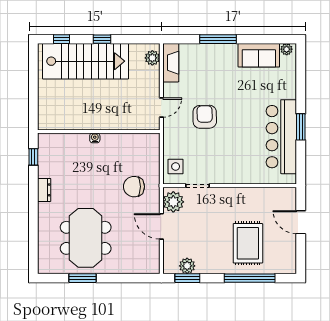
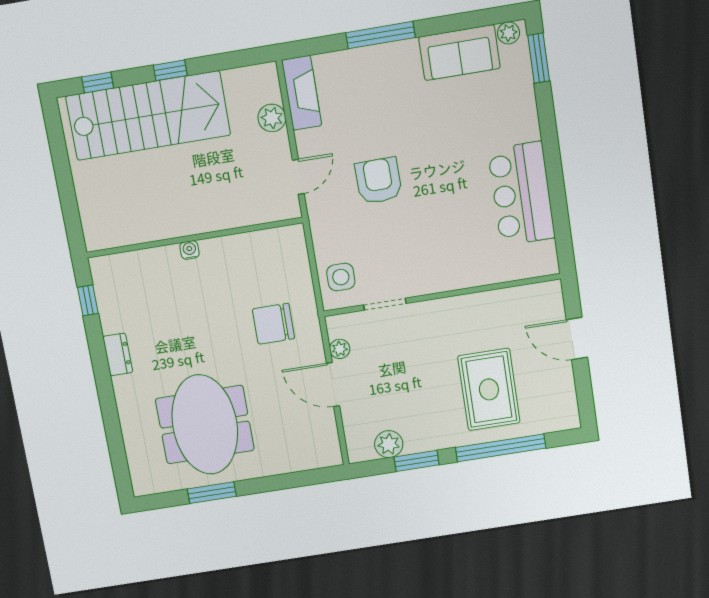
plant: (152, 58) -> (272, 118), moved
window: (301, 127) -> (539, 58), moved
bar counter: (281, 137) -> (521, 194), width x0.73
plant: (173, 202) -> (340, 349), width x0.53, depth x0.53
window: (187, 278) -> (417, 461), moved

